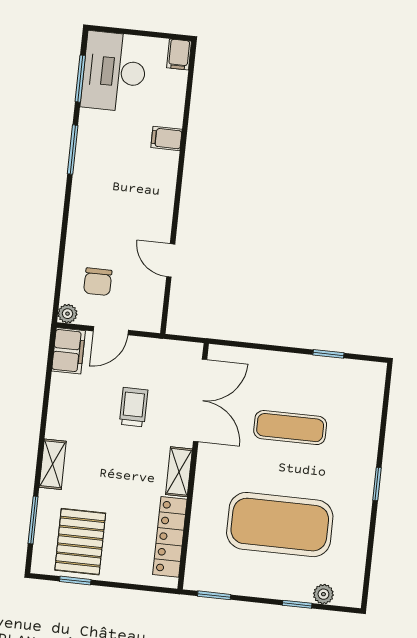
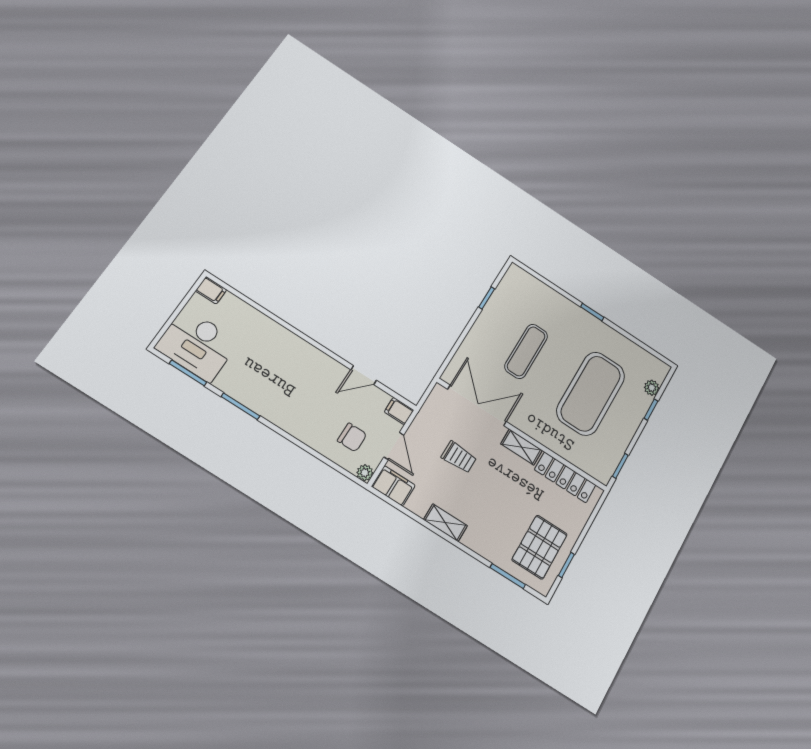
filing cabinet: (166, 138) -> (399, 411), moved, turned 90
trolley: (134, 407) -> (459, 457), turned 180
shelving: (53, 464) -> (445, 523), moved
pallet: (80, 542) -> (540, 547), turned 90

